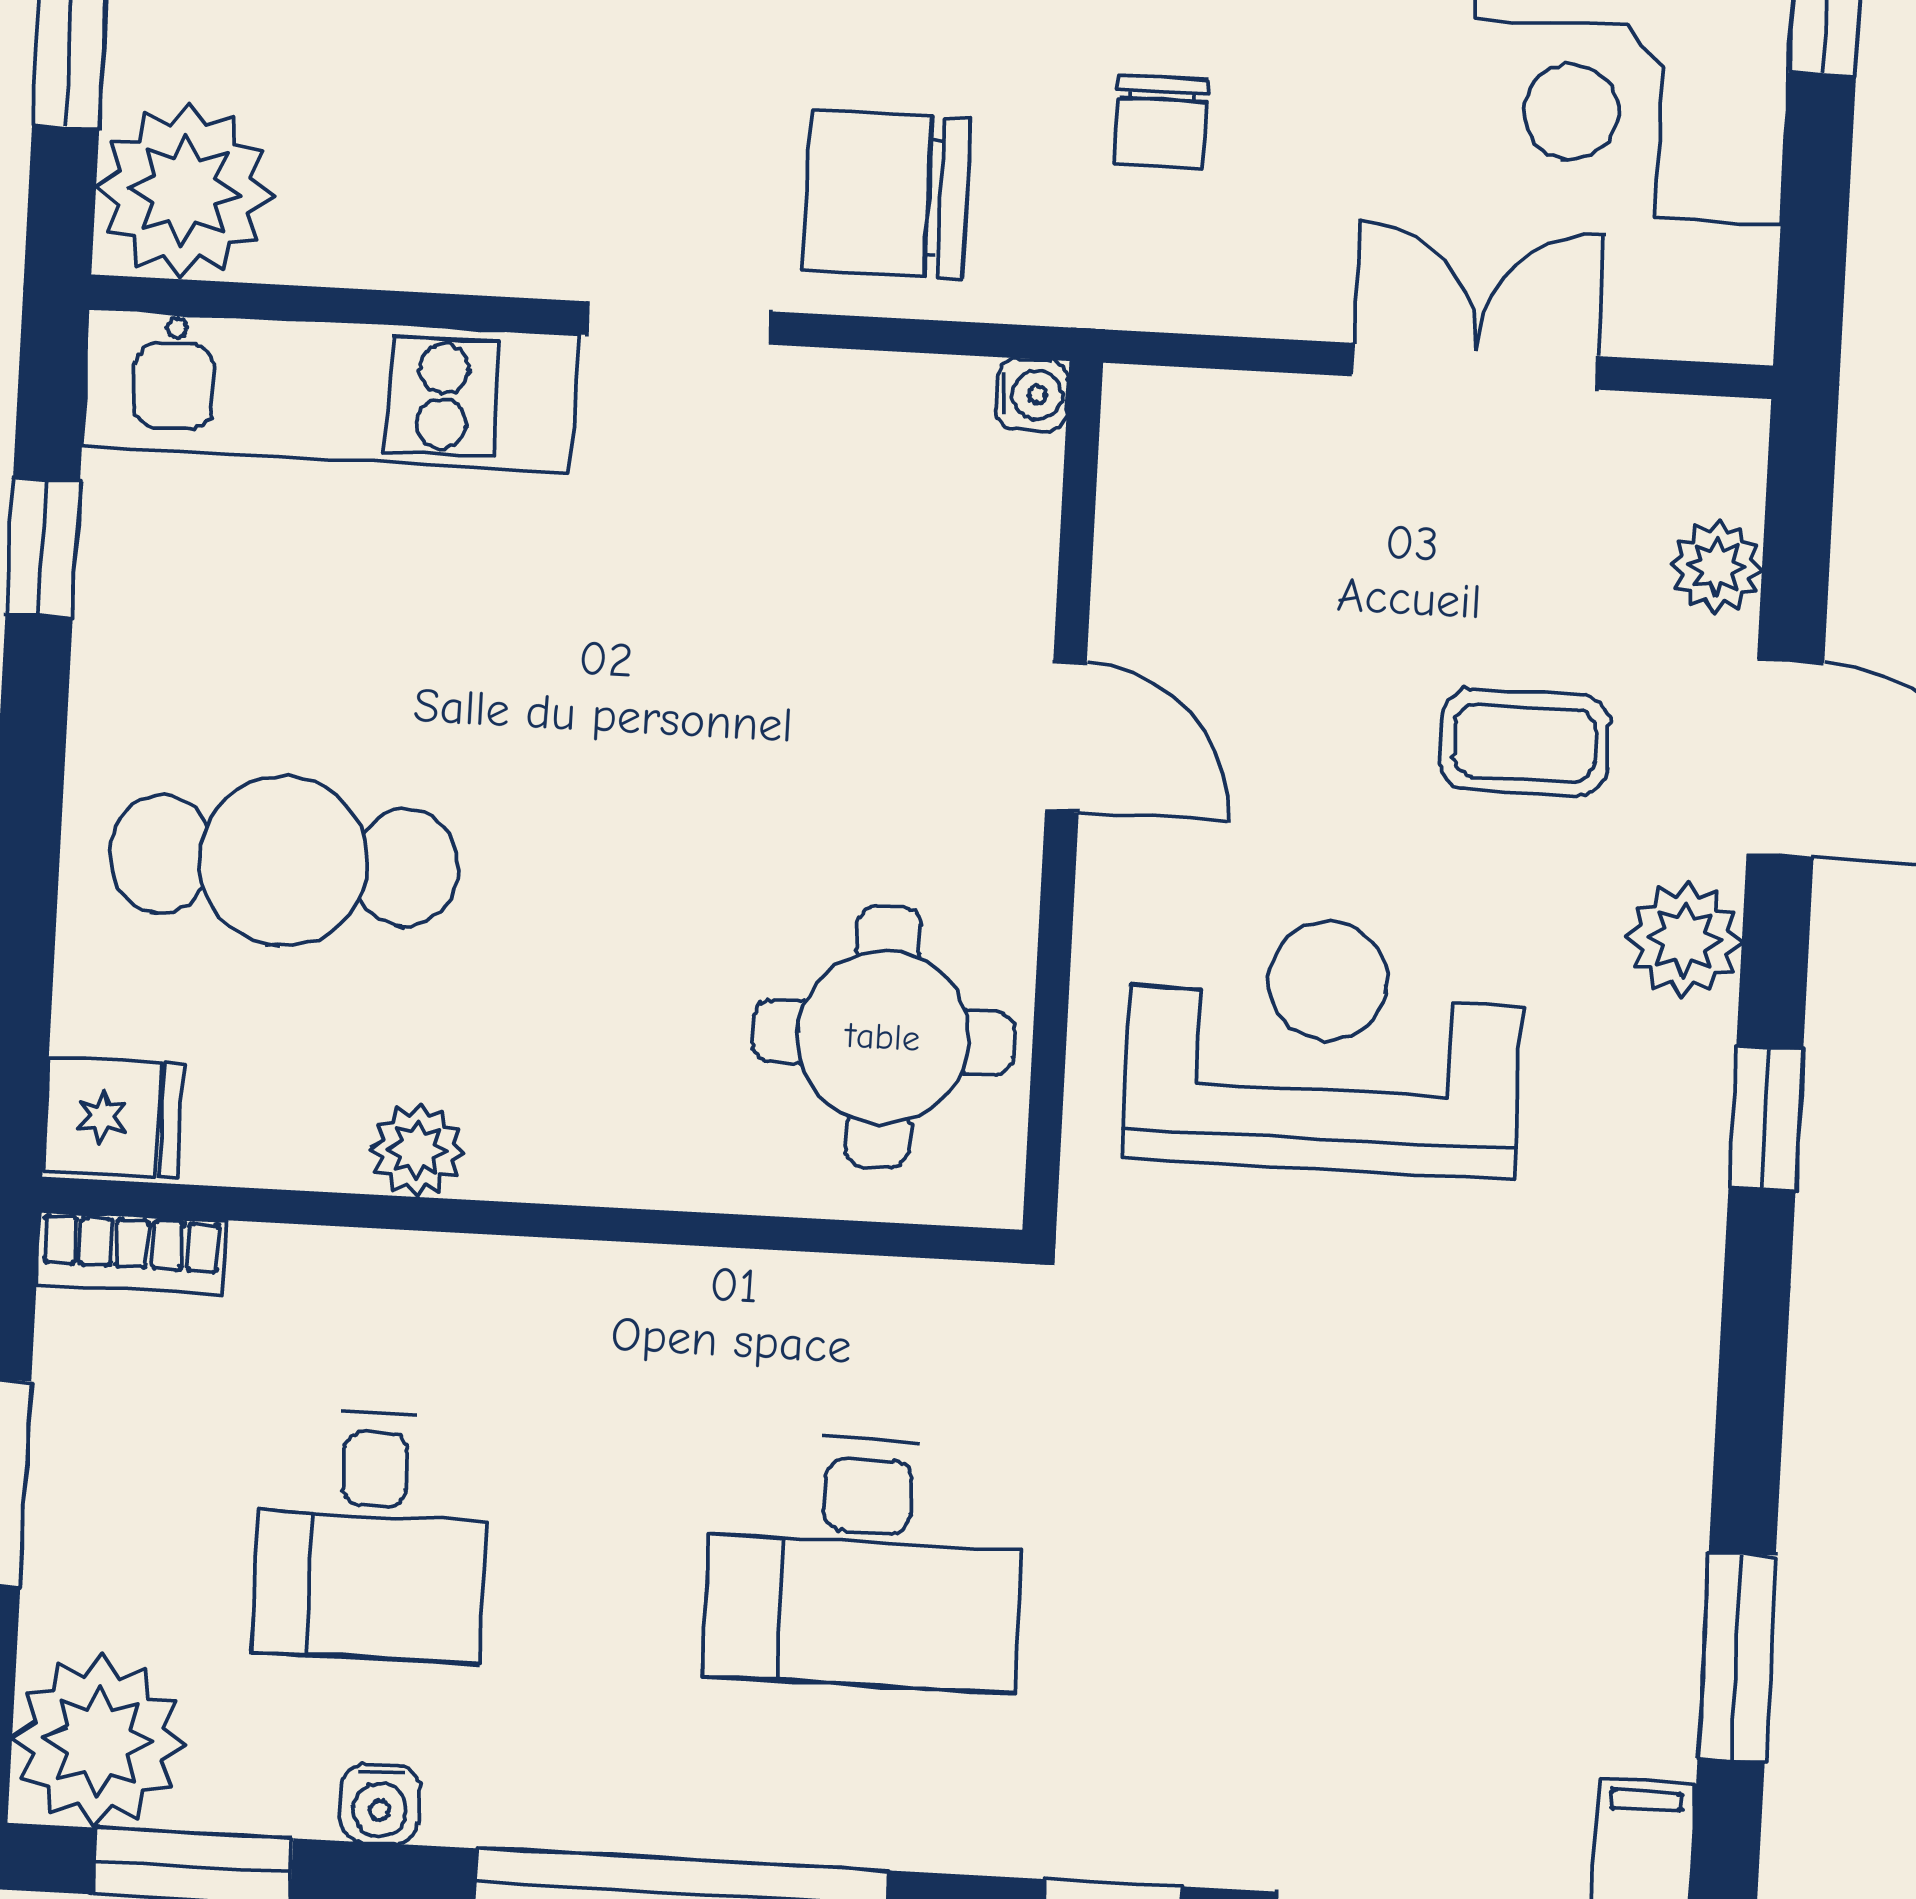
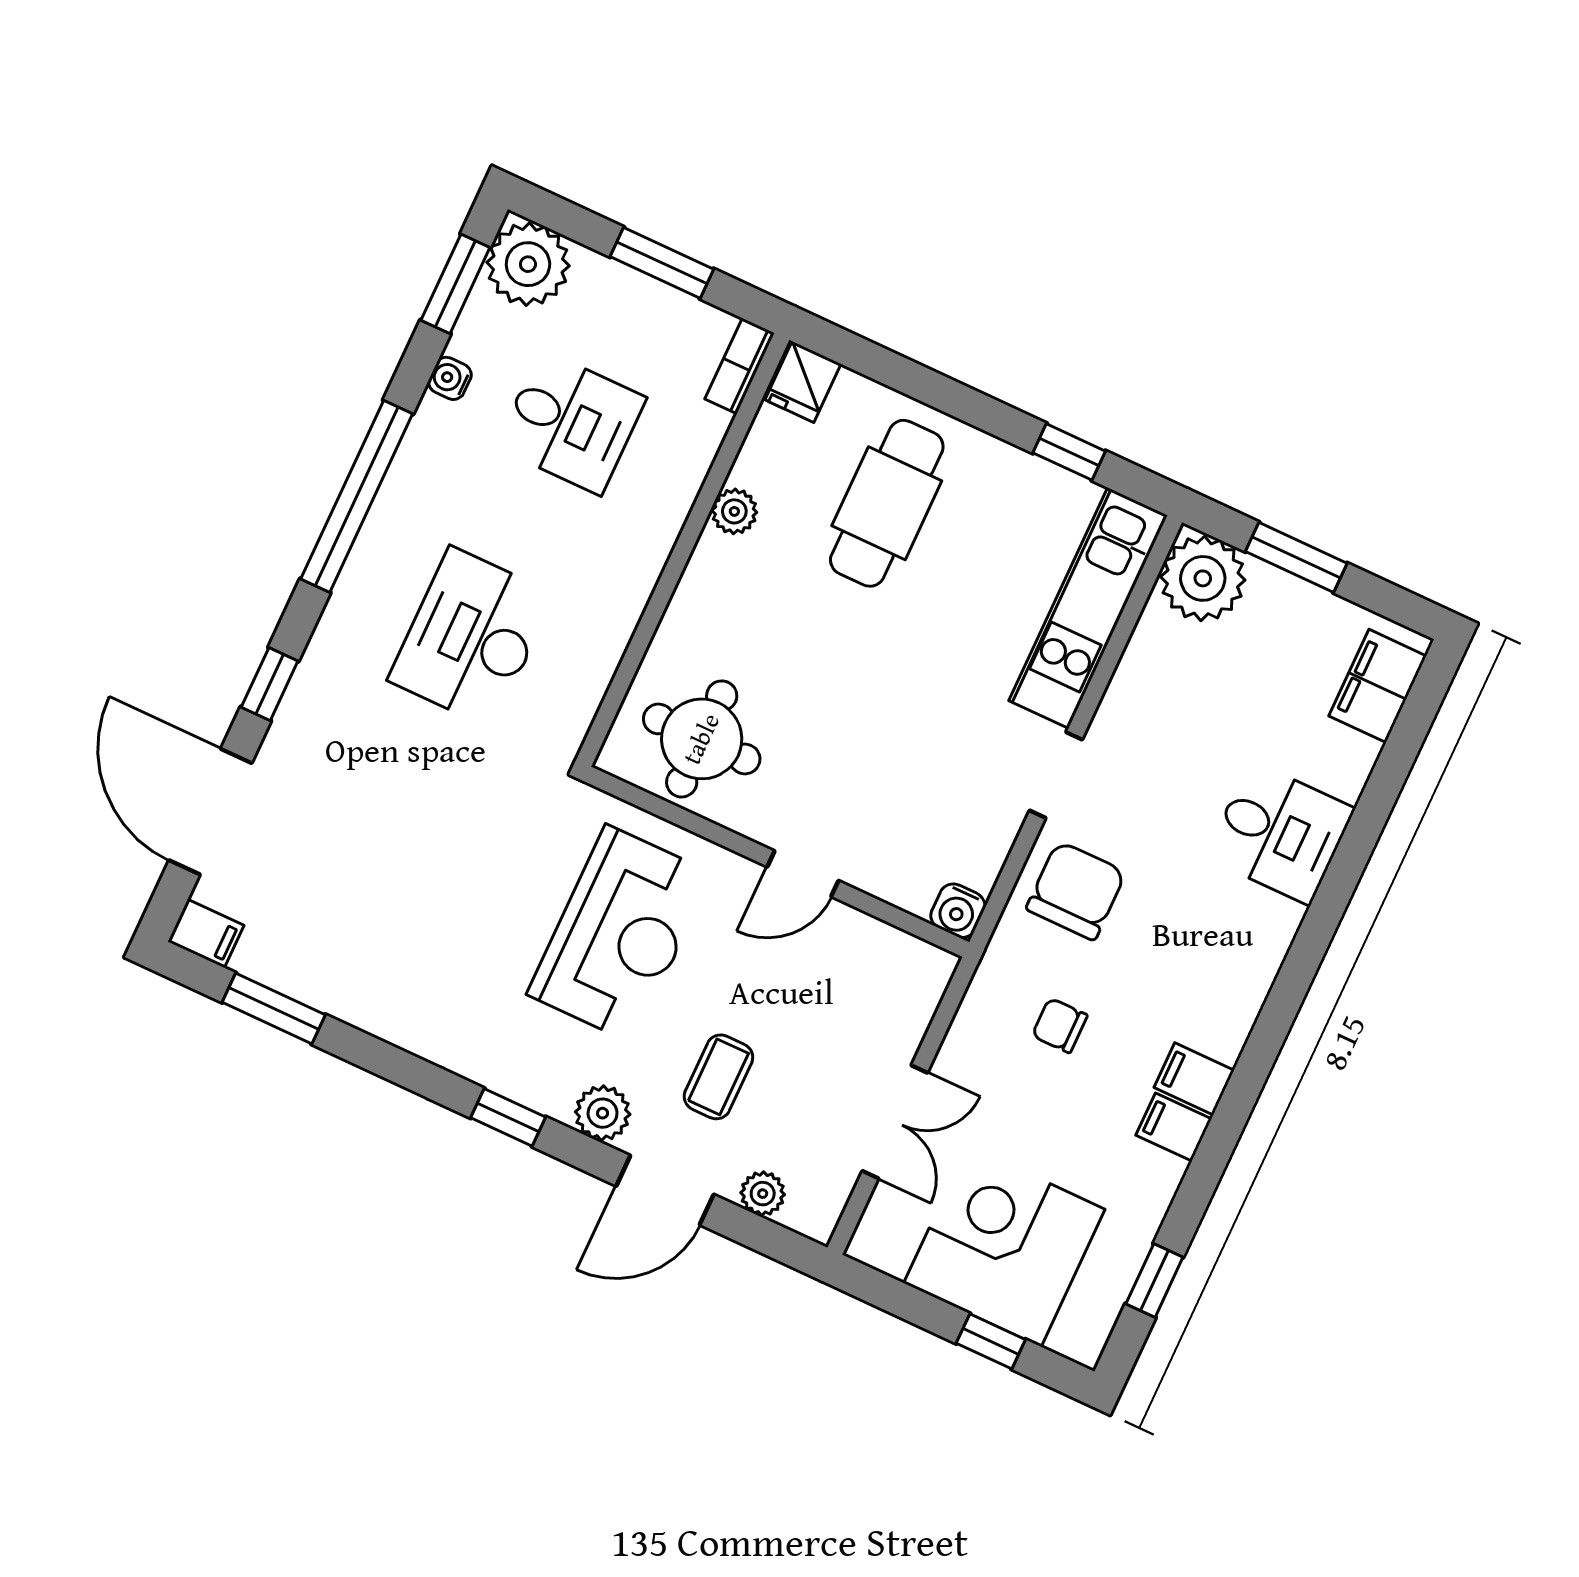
water cooler: (1032, 395) -> (958, 911), width x1.38, depth x1.38
desk: (372, 1535) -> (571, 422), turned 180

